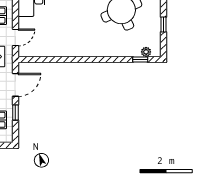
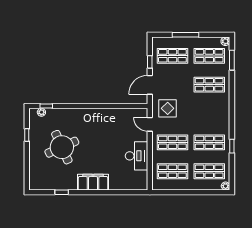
door: (15, 37) -> (150, 124), hinge flipped

